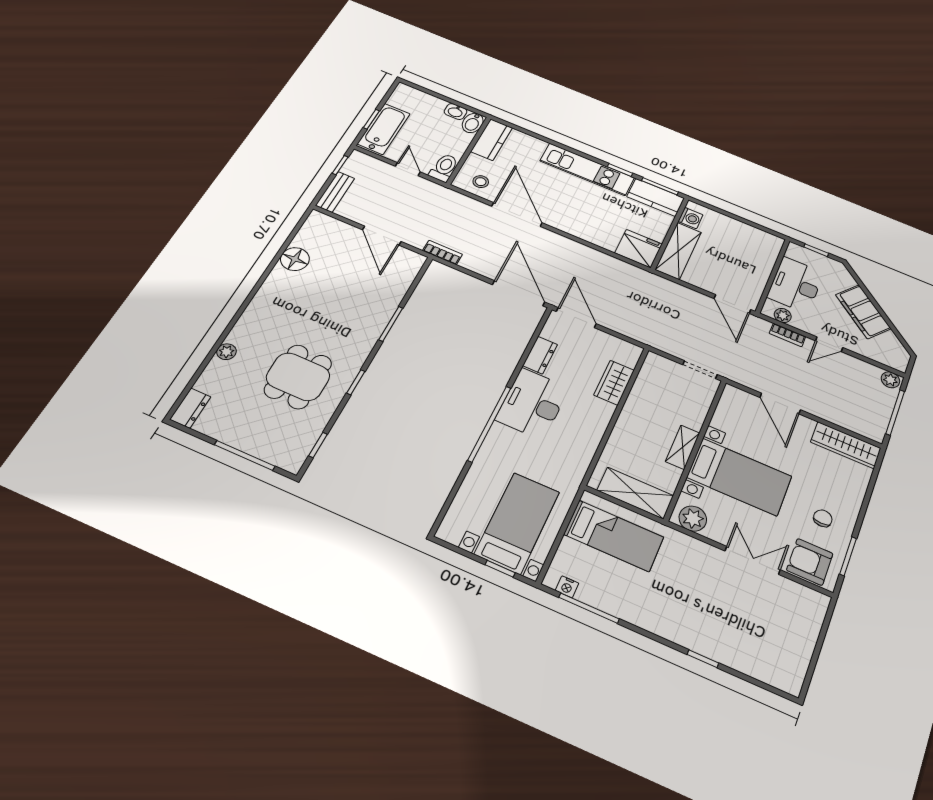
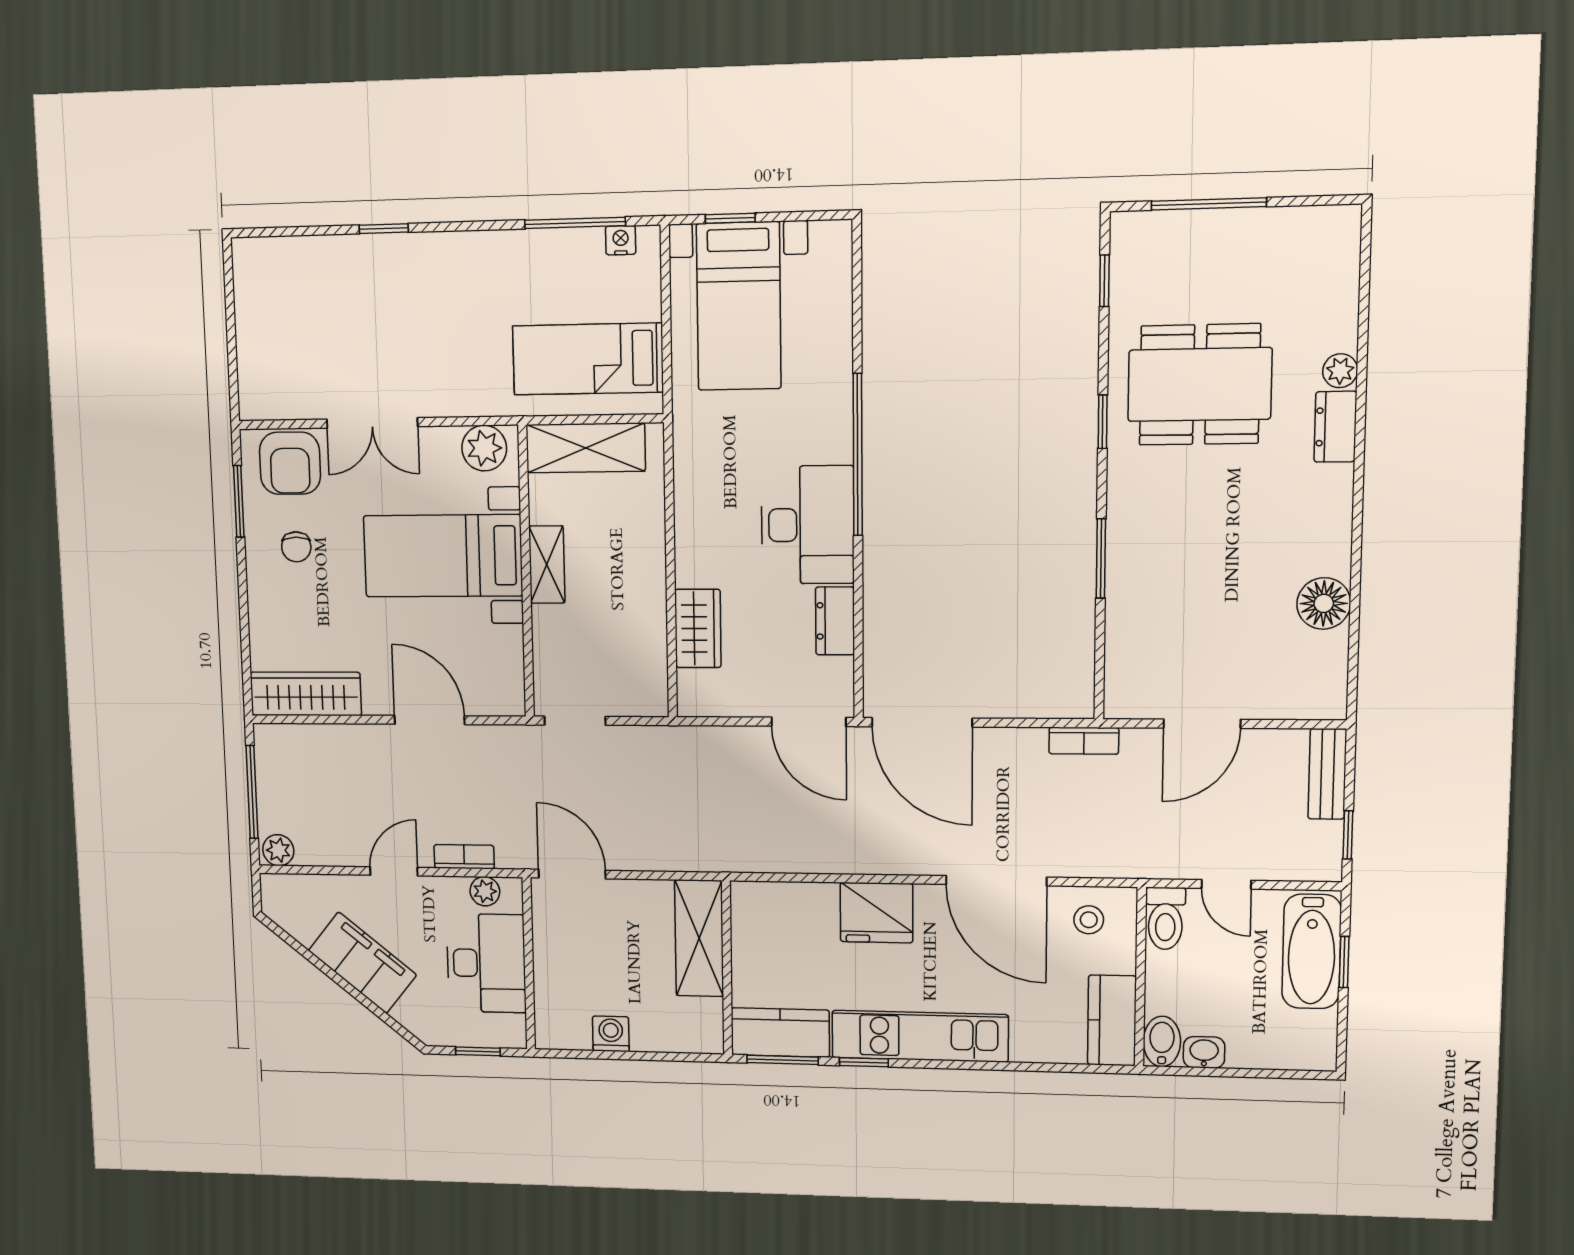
washing machine: (691, 218) -> (611, 1034), moved, turned 90
door: (382, 236) -> (1202, 724), swing flipped
fridge: (638, 249) -> (877, 913), moved
dining table: (298, 377) -> (1200, 385), width x1.38
dresser: (190, 408) -> (1335, 427), moved
armchair: (810, 562) -> (290, 463), turned 90

